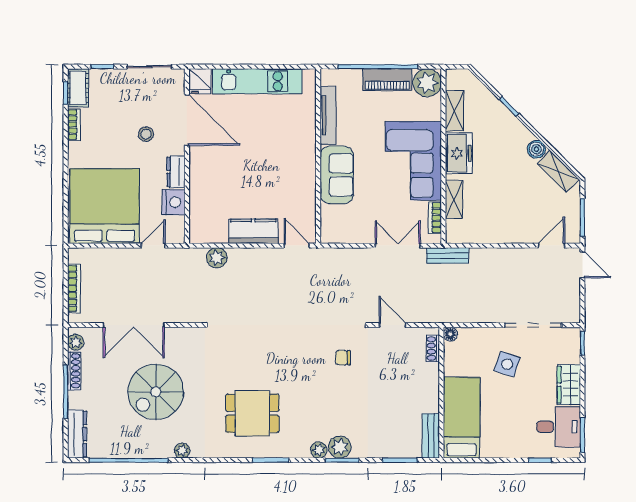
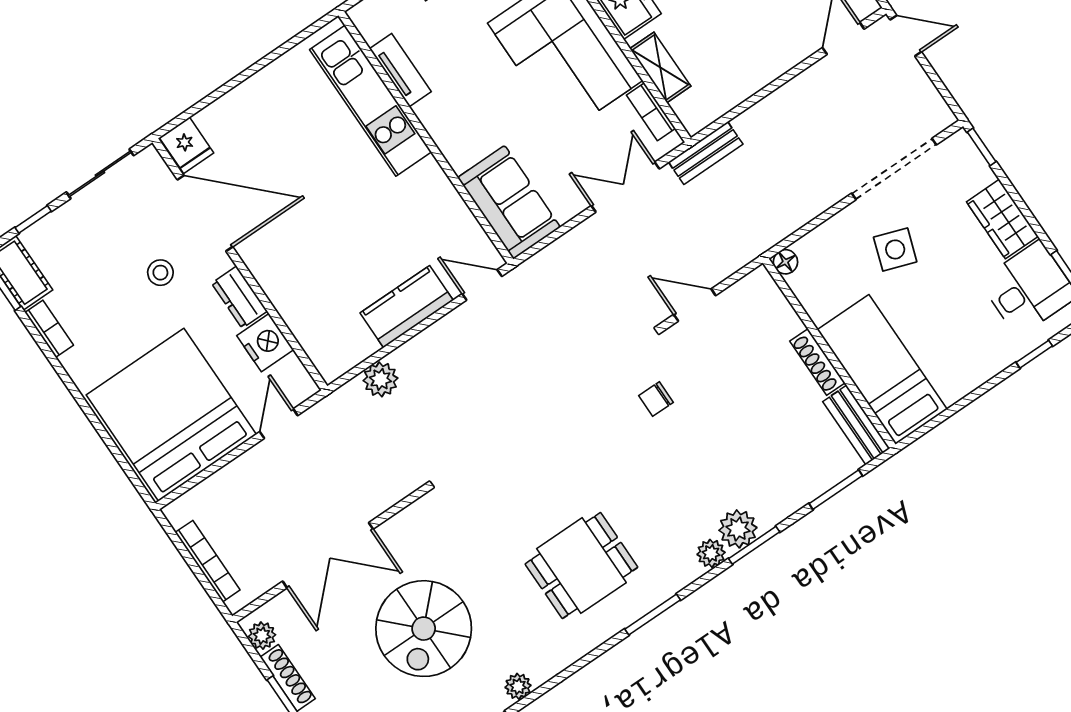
kitchen unit: (257, 81) -> (371, 101), moved, turned 90
tv unit: (328, 115) -> (400, 70), width x0.71
sofa: (337, 175) -> (509, 202), moved
shoe rack: (433, 349) -> (817, 362), moved, width x1.43

